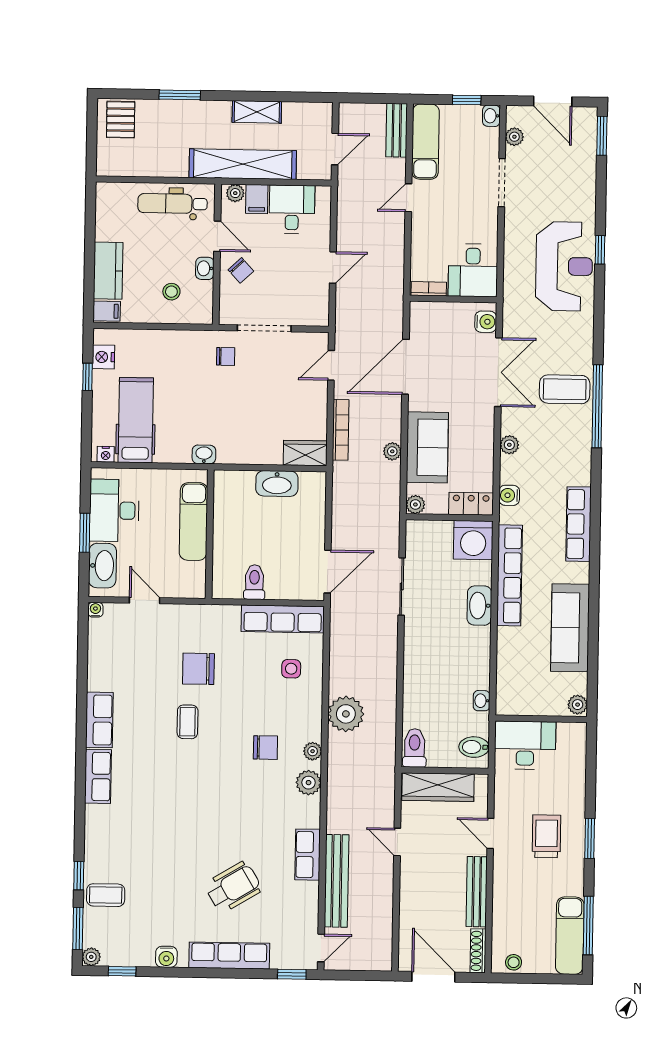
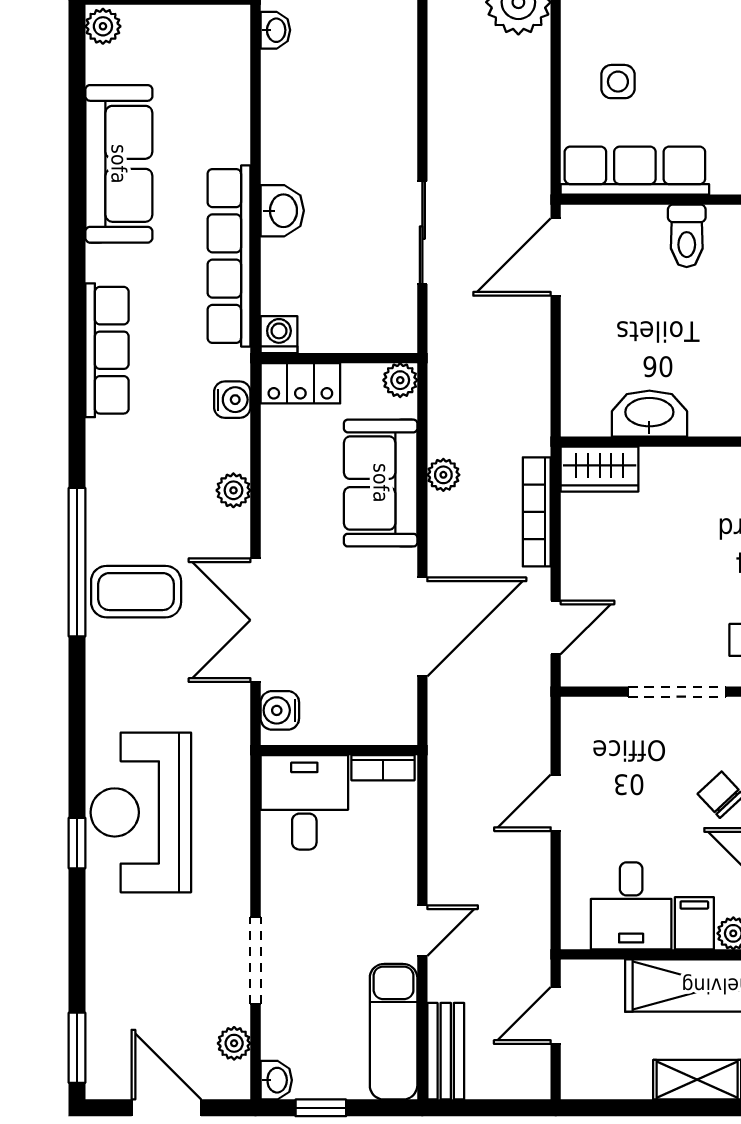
washing machine: (473, 540) -> (279, 335), width x0.53, depth x0.53
washbasin: (479, 606) -> (282, 211), width x0.72

